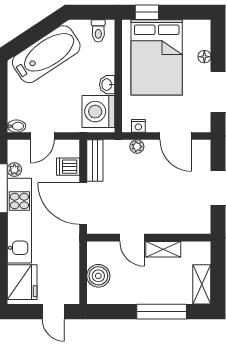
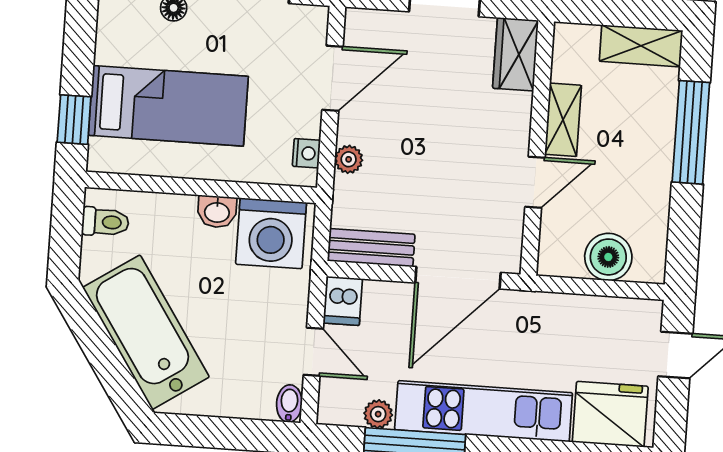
bed: (157, 57) -> (168, 106), width x0.67
dishwasher: (68, 167) -> (343, 301), moved
wardrobe: (193, 224) -> (516, 54), added

